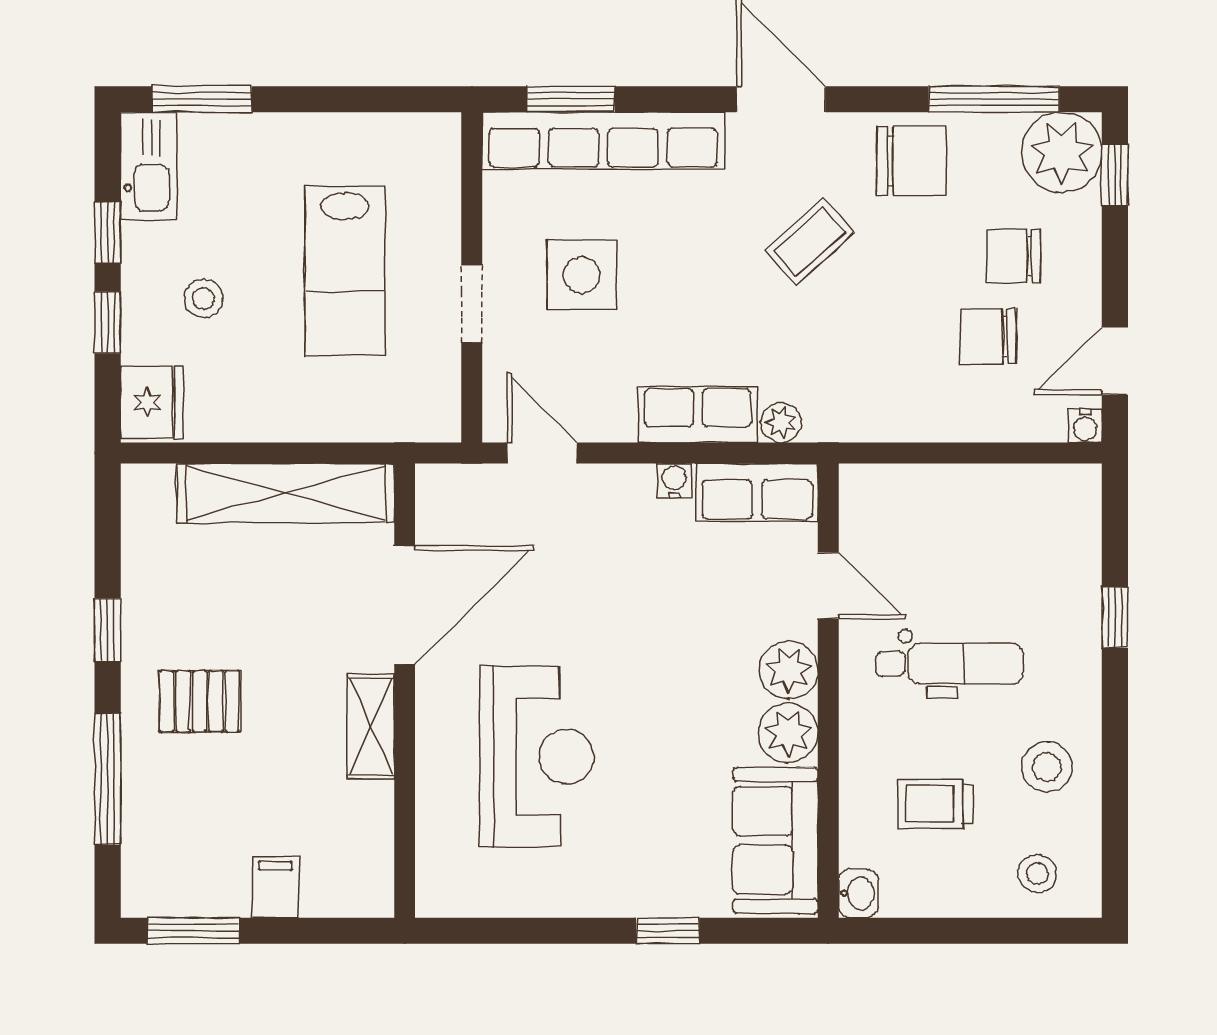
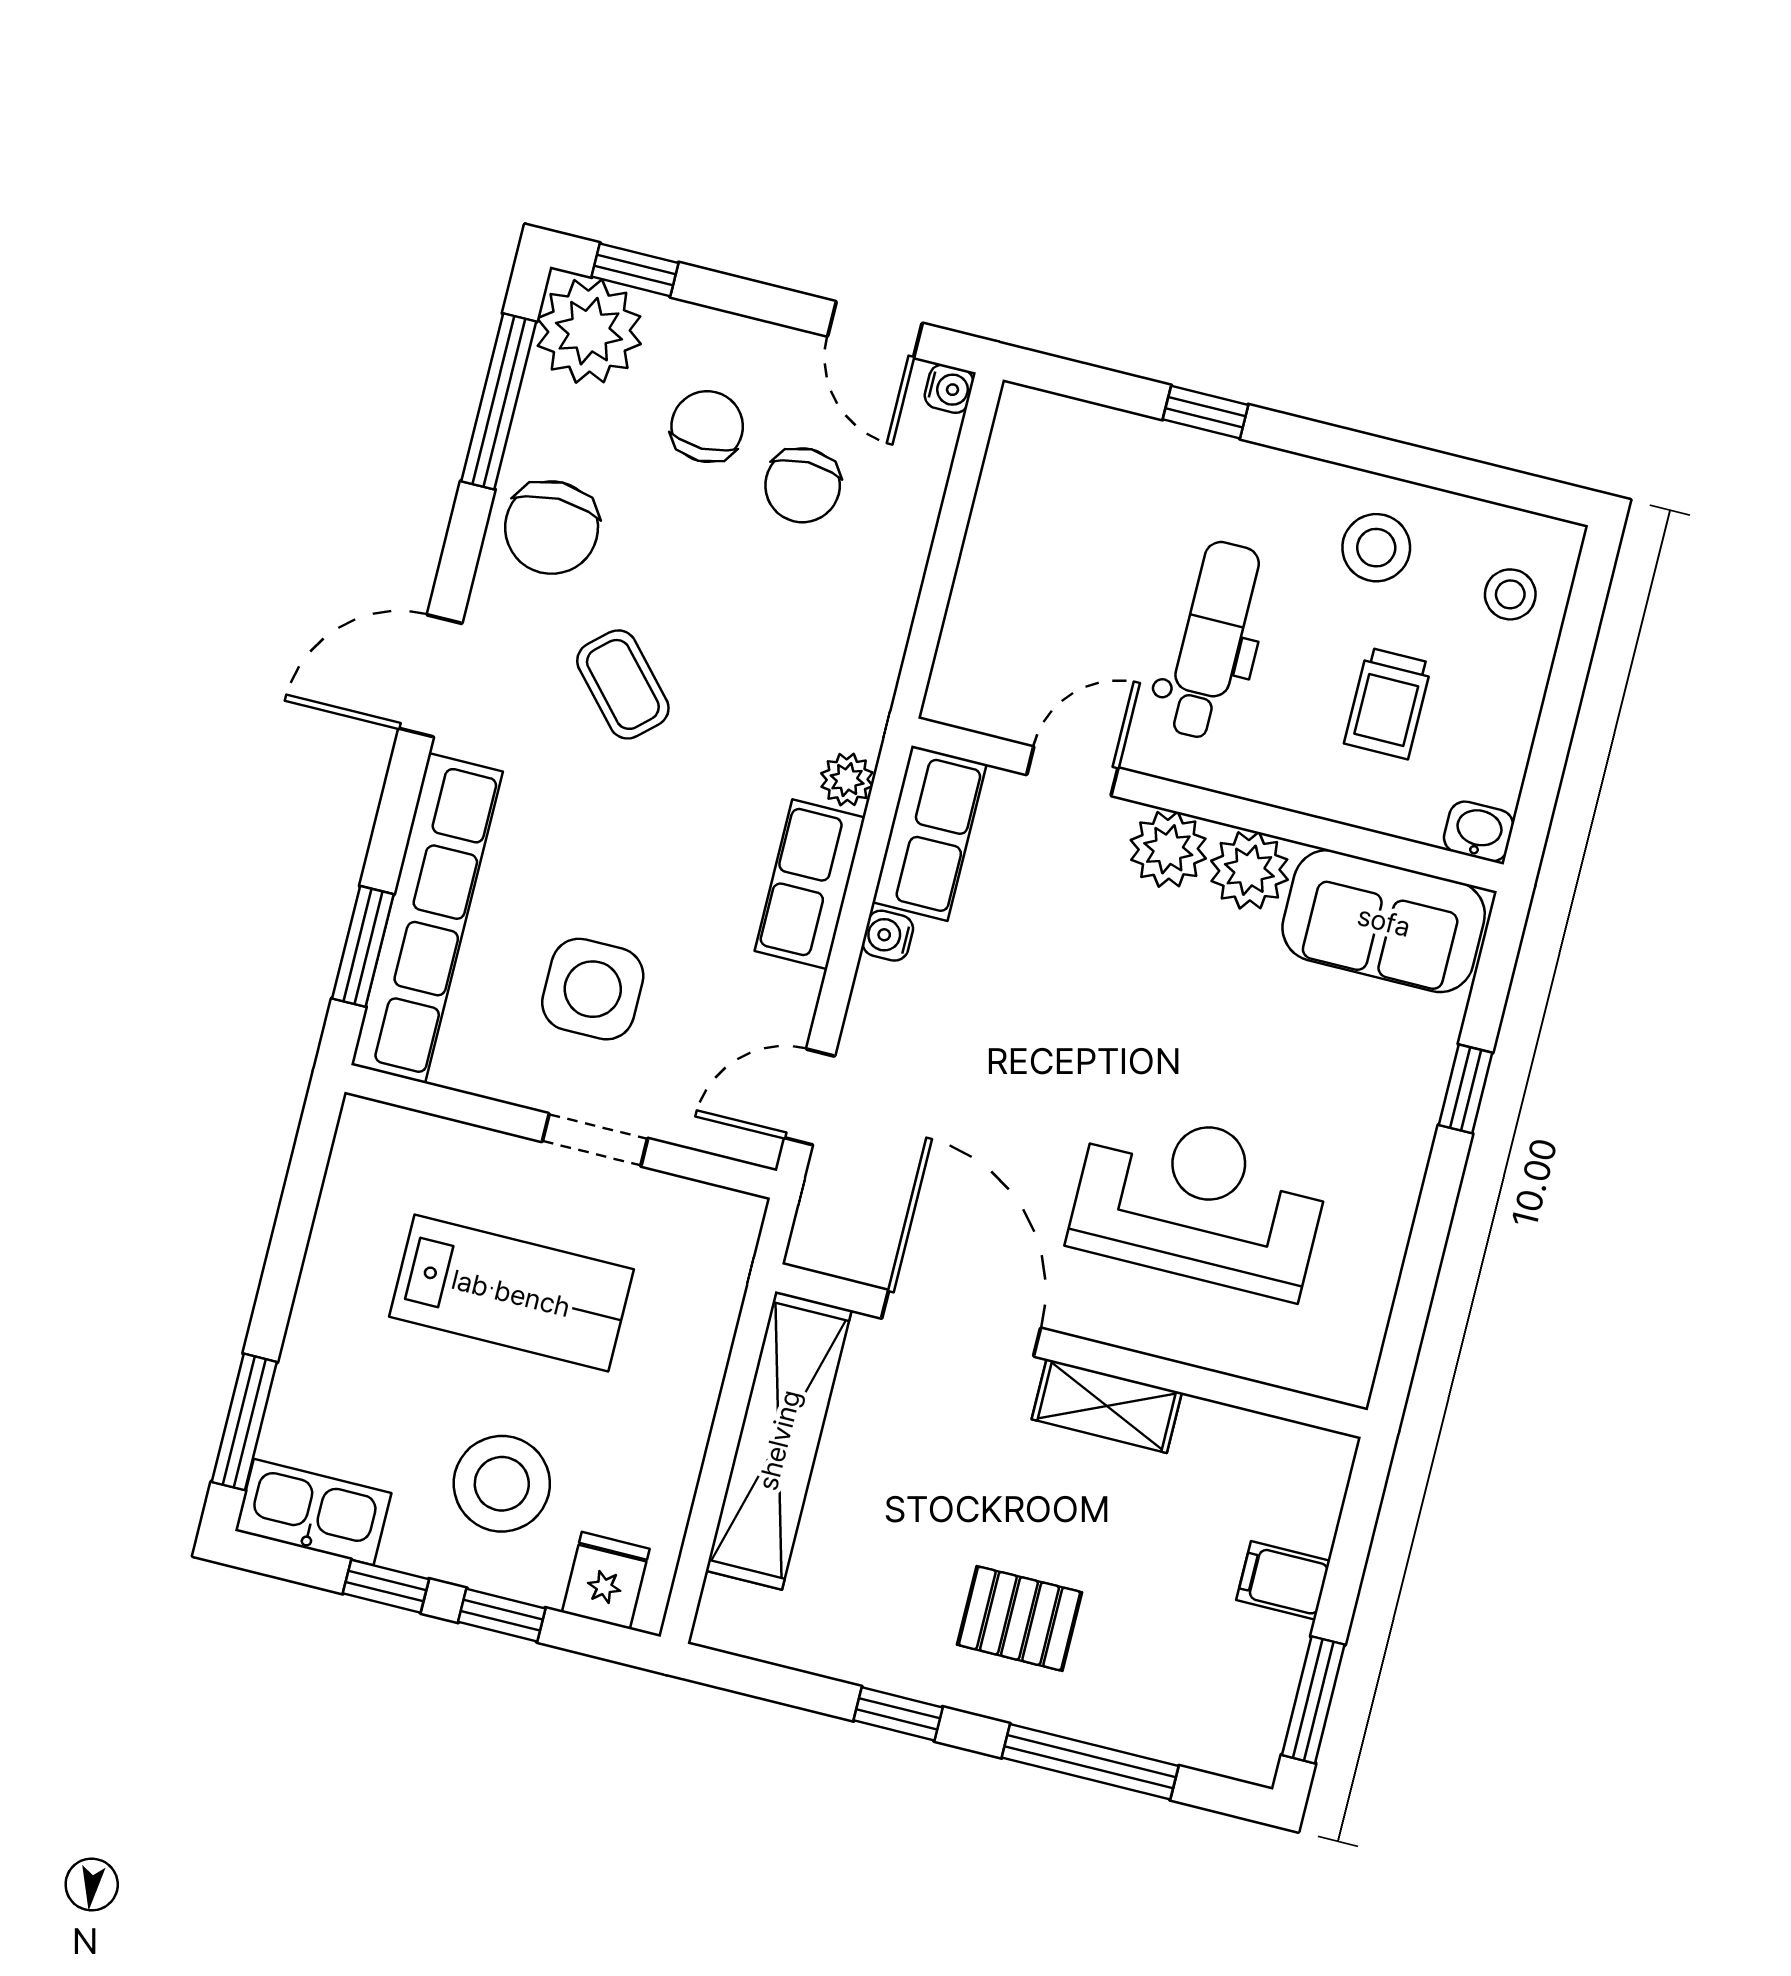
chair: (911, 161) -> (552, 528), turned 180
chair: (1014, 256) -> (707, 427), turned 180
stool: (204, 299) -> (502, 1484), width x1.89, depth x1.89
fridge: (152, 402) -> (606, 1580), width x0.72
pallet: (200, 701) -> (1020, 1618), turned 90

